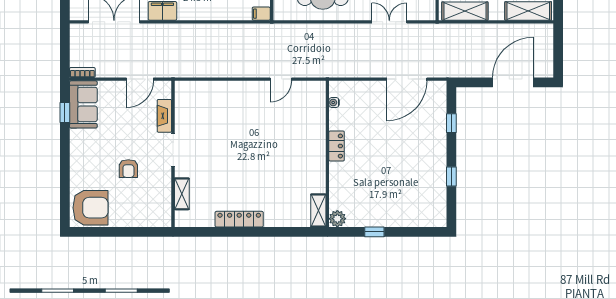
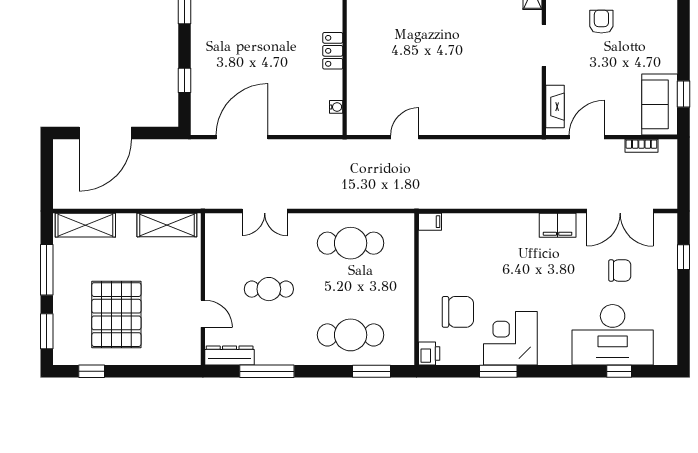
bookcase: (82, 72) -> (641, 146), moved
fireplace: (164, 116) -> (555, 107), moved

